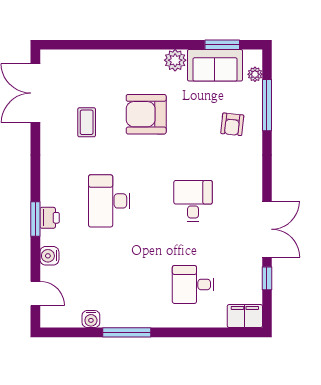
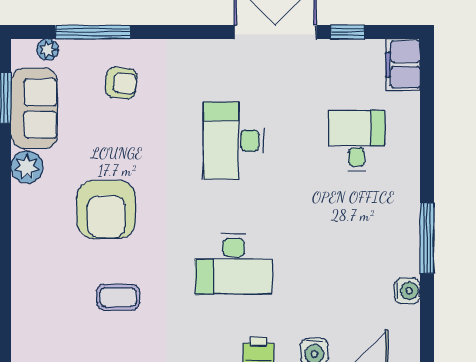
desk: (193, 201) -> (234, 141), width x1.37
desk: (193, 284) -> (357, 141), turned 180

